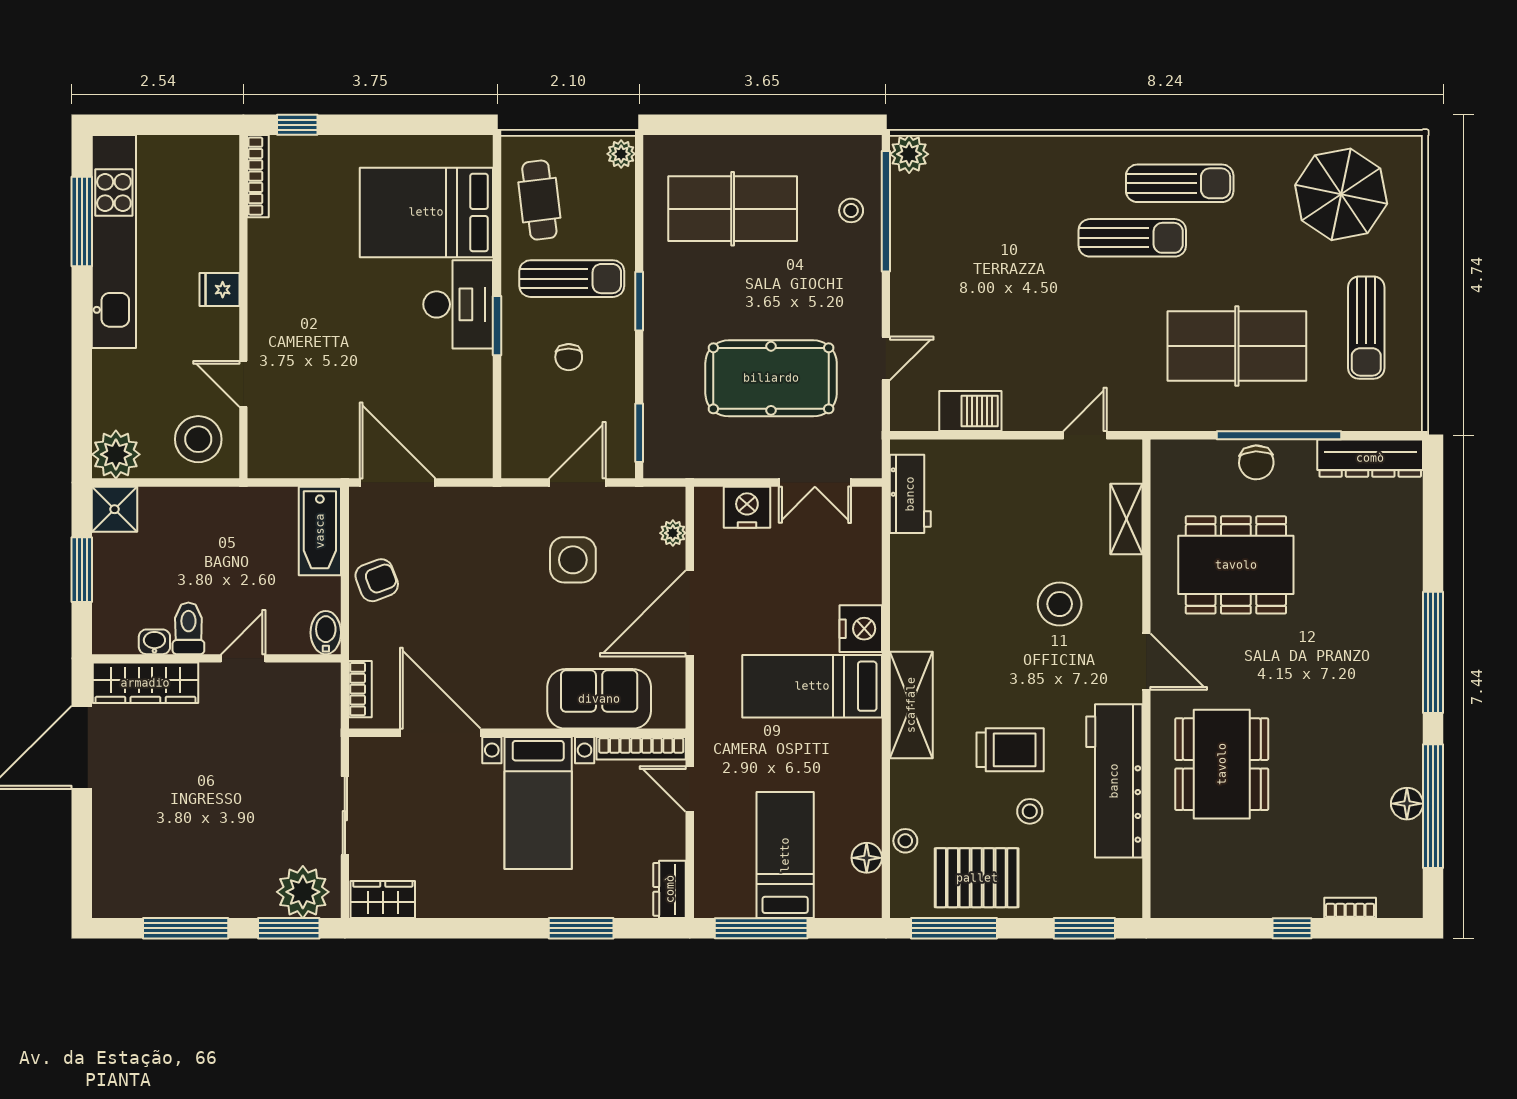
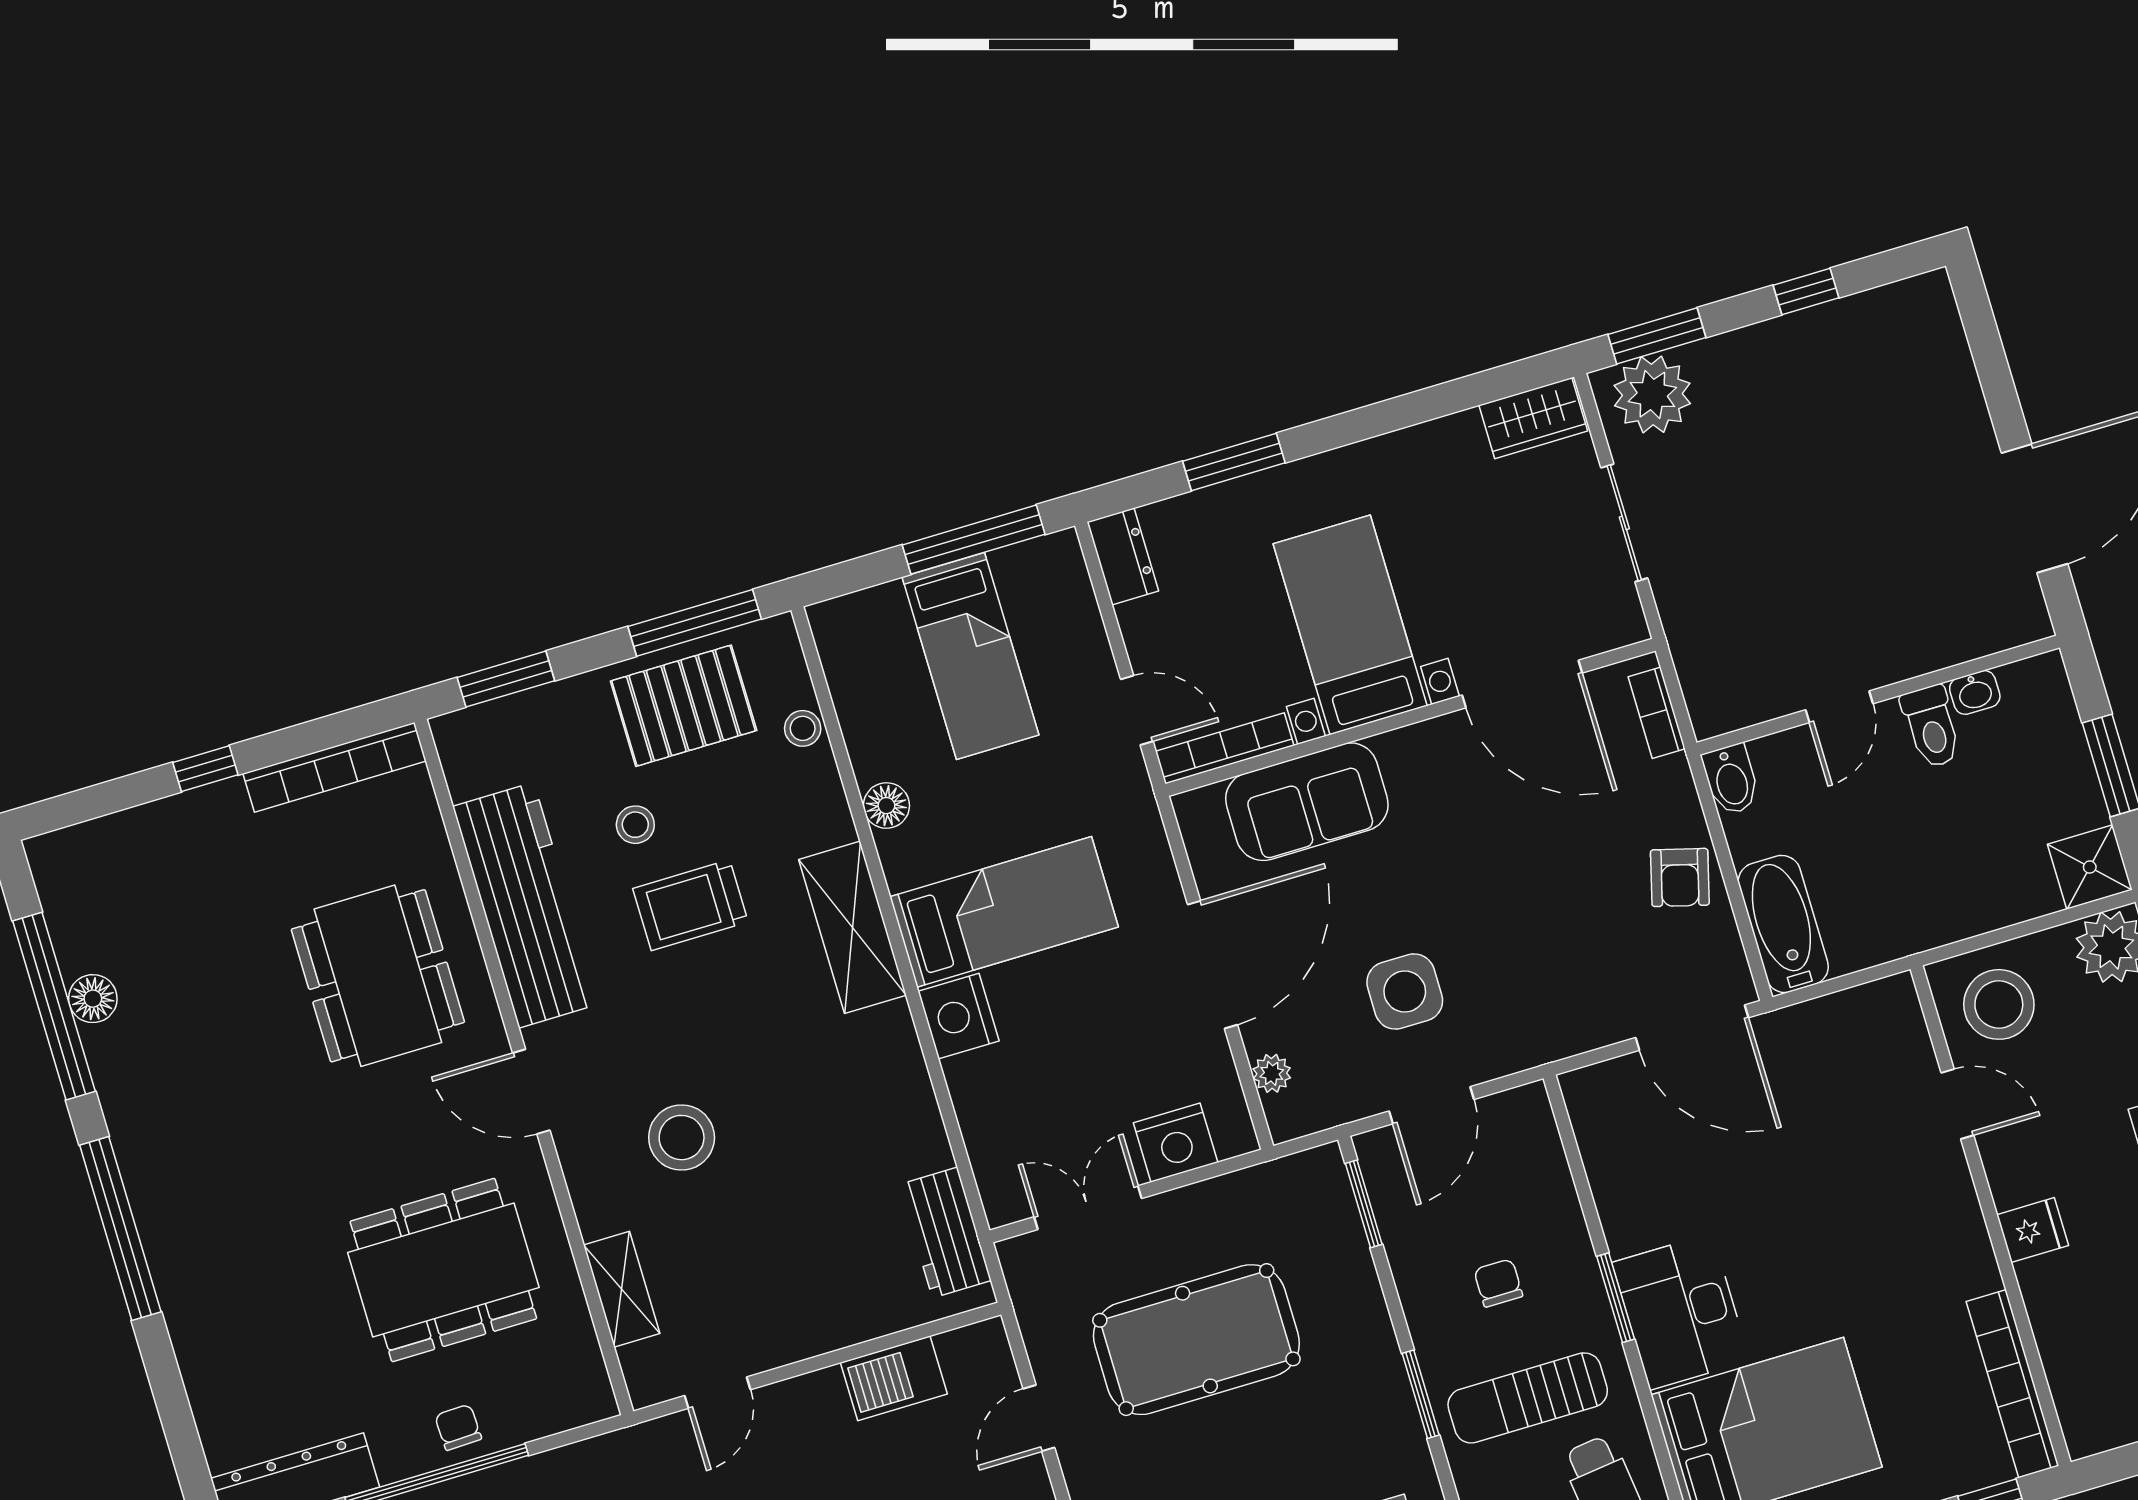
bookcase: (258, 176) -> (2013, 1384), width x1.48, depth x1.31
chair: (1256, 462) -> (458, 1427), width x0.73, depth x0.73
armchair: (377, 580) -> (1680, 877), turned -54
wardrobe: (145, 683) -> (1970, 629), removed
floor lamp: (867, 858) -> (886, 806), moved
bookcase: (1350, 908) -> (335, 767), moved, width x2.31, depth x1.31
window: (186, 928) -> (1806, 291), width x0.46

